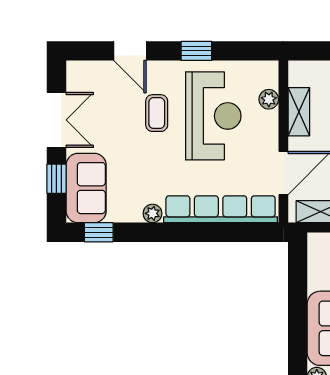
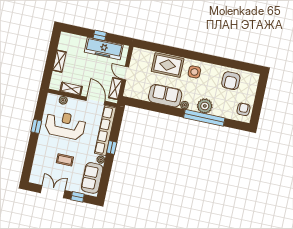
door: (130, 51) -> (30, 154), removed
coffee table: (157, 113) -> (65, 160), moved
sofa: (86, 188) -> (92, 178), moved, turned -90
window: (99, 232) -> (112, 148), moved

